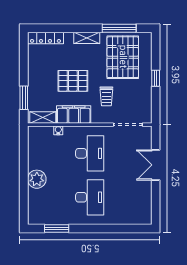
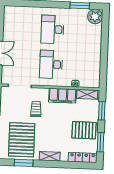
window: (119, 28) -> (24, 163), width x0.69
window: (24, 58) -> (100, 142), added
pallet: (73, 81) -> (84, 130), moved
plant: (37, 179) -> (95, 17), moved

